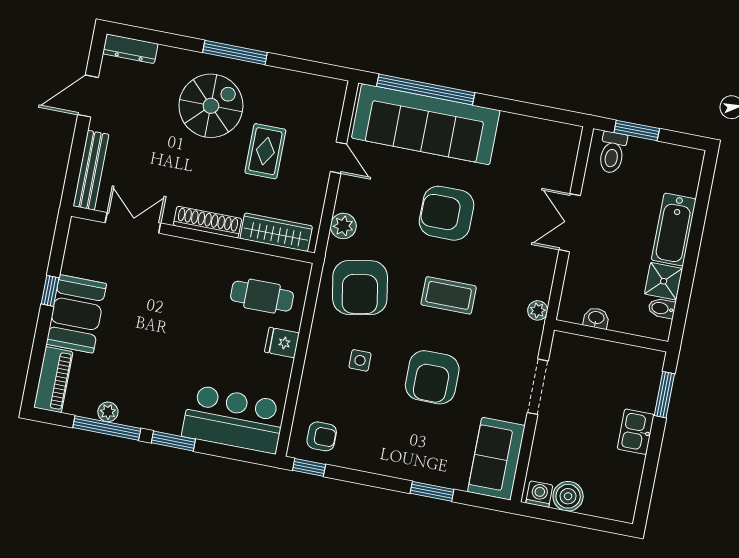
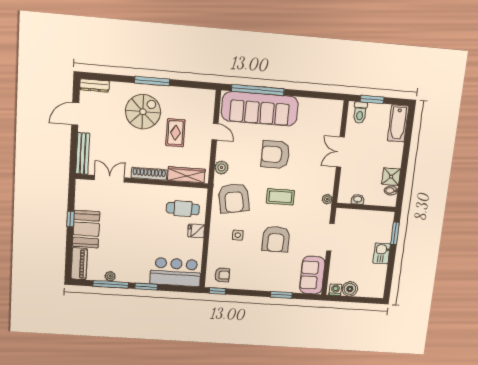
bathtub: (674, 230) -> (398, 123), moved

